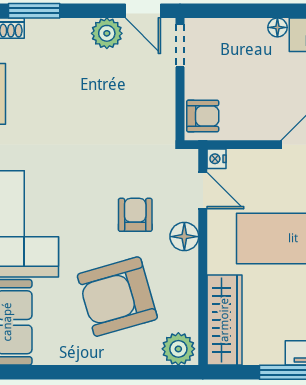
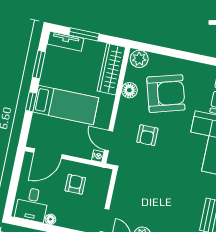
armchair: (203, 116) -> (75, 184), moved, turned 90
floor lamp: (184, 237) -> (129, 90), moved

